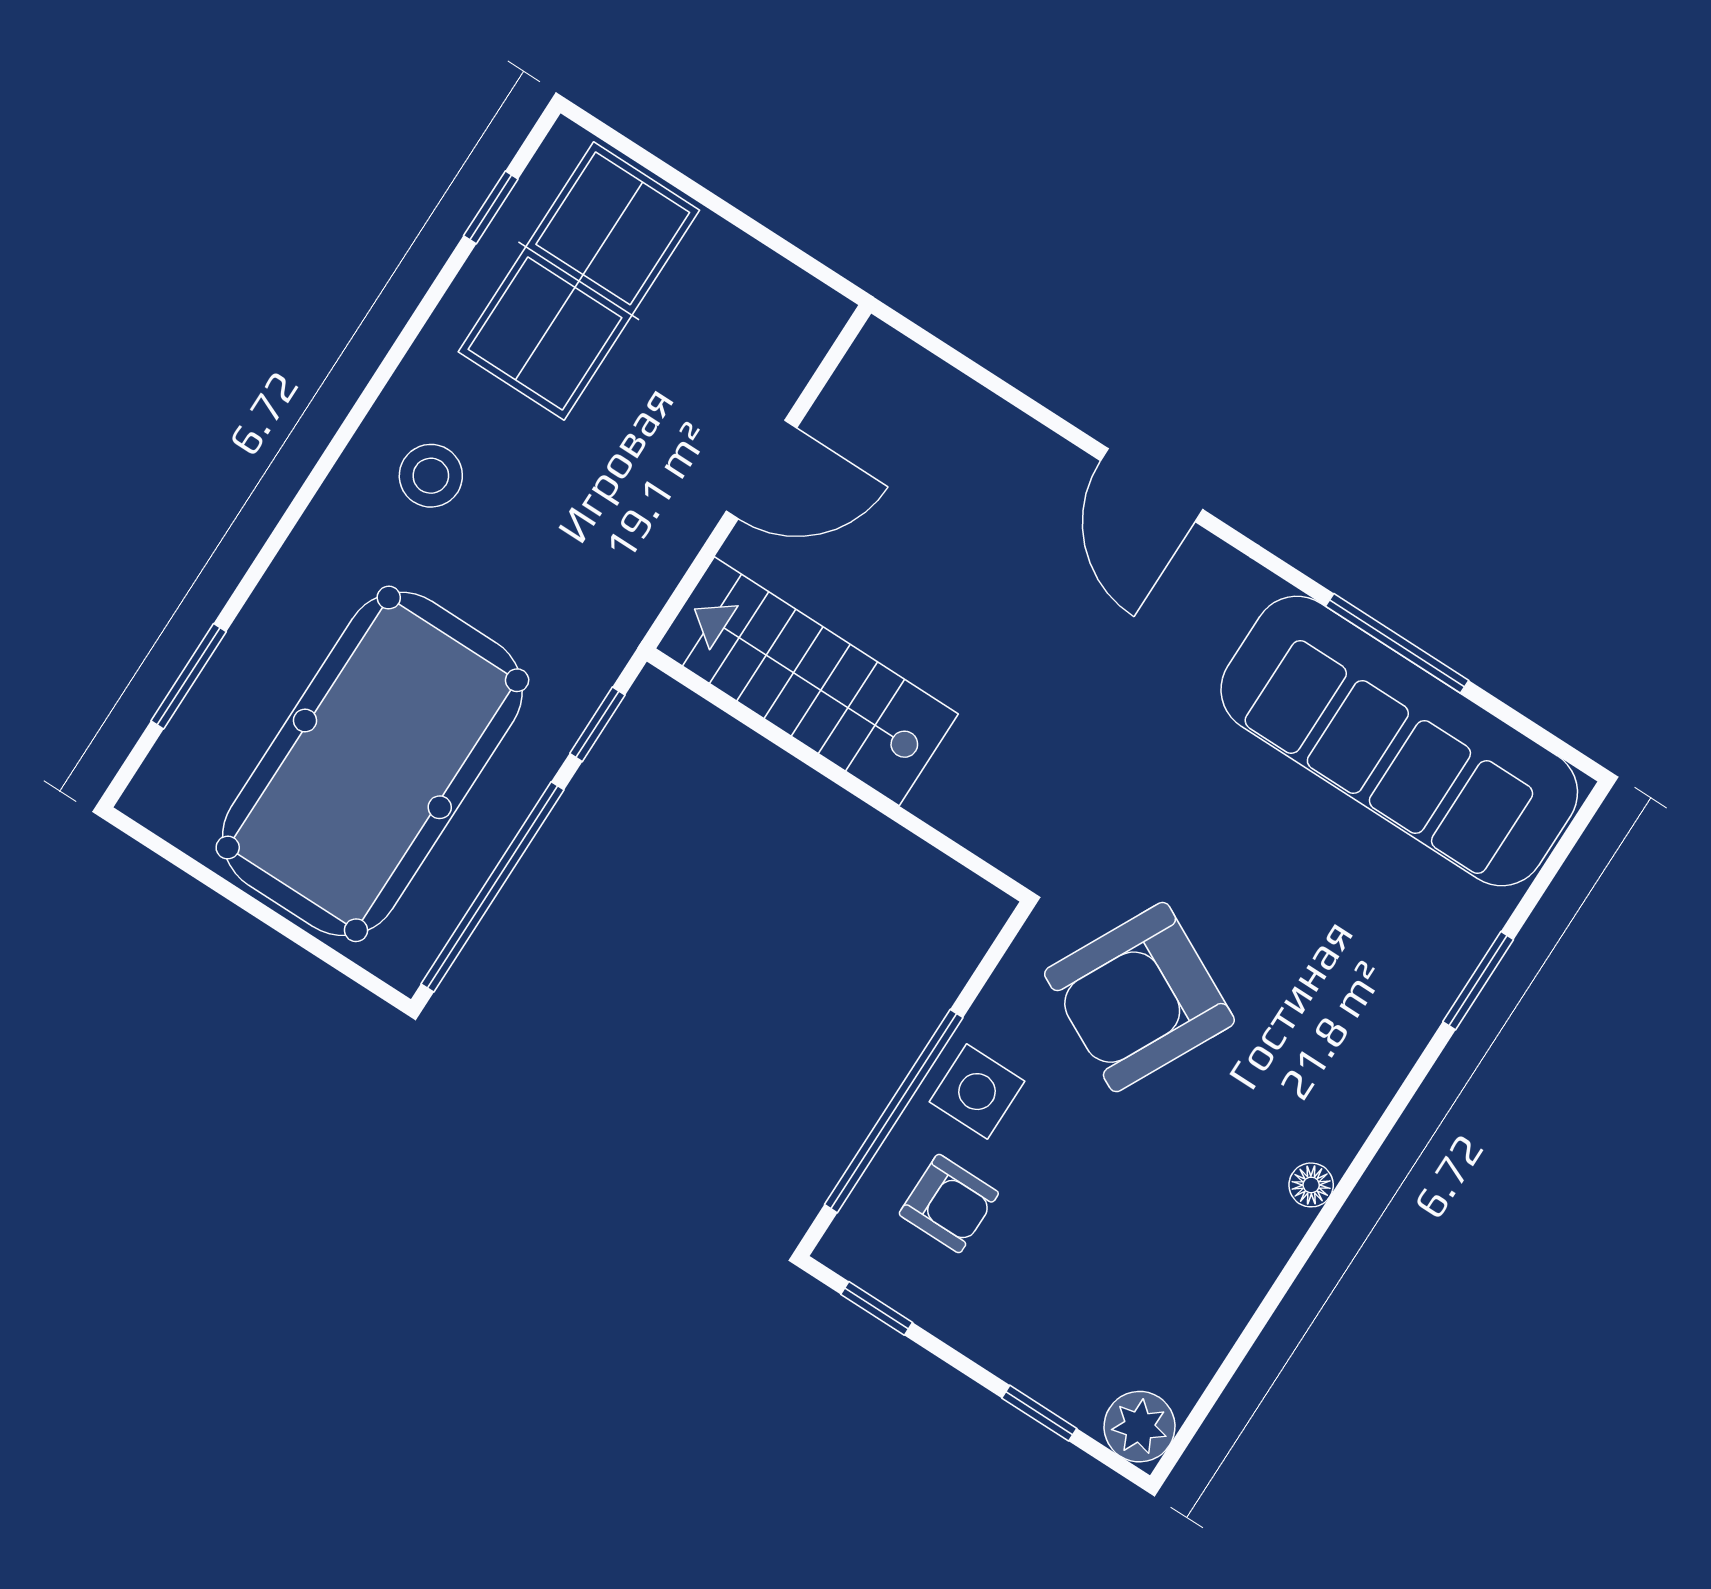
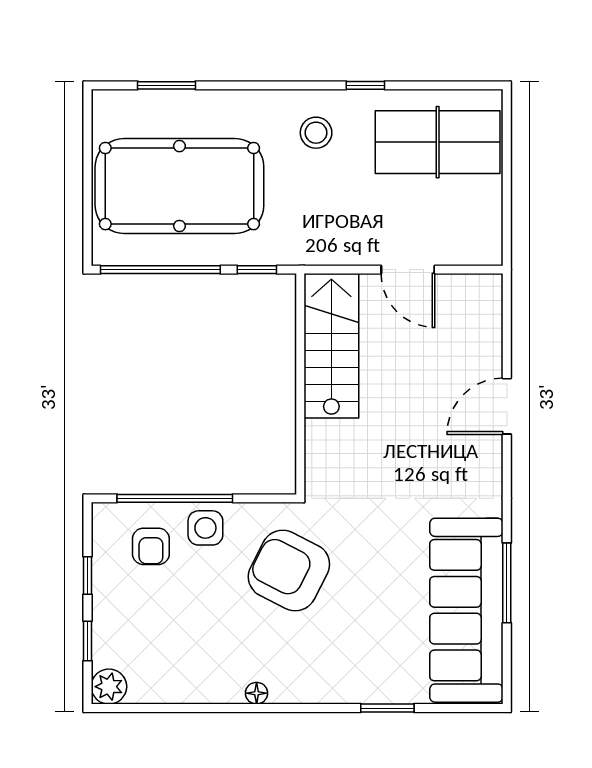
window: (491, 207) -> (365, 85), moved
door: (1152, 485) -> (507, 406), moved
window: (877, 1308) -> (87, 576), moved

